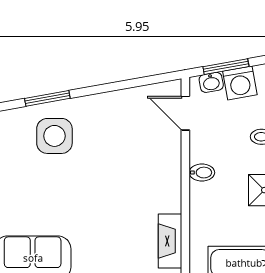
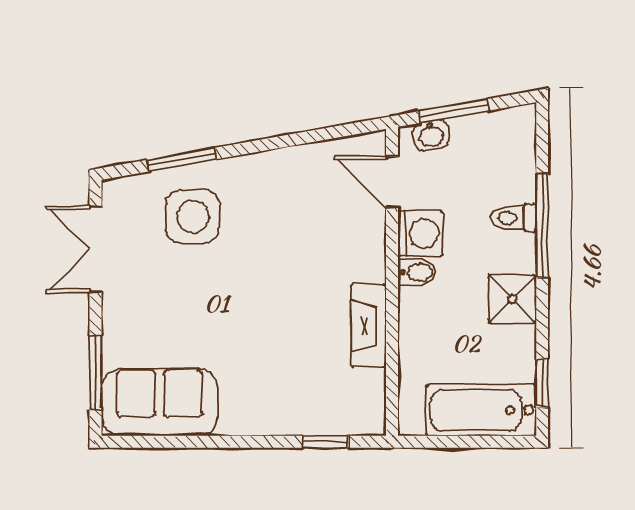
washing machine: (240, 83) -> (420, 234), moved, turned -80
fireplace: (170, 241) -> (369, 326), moved

